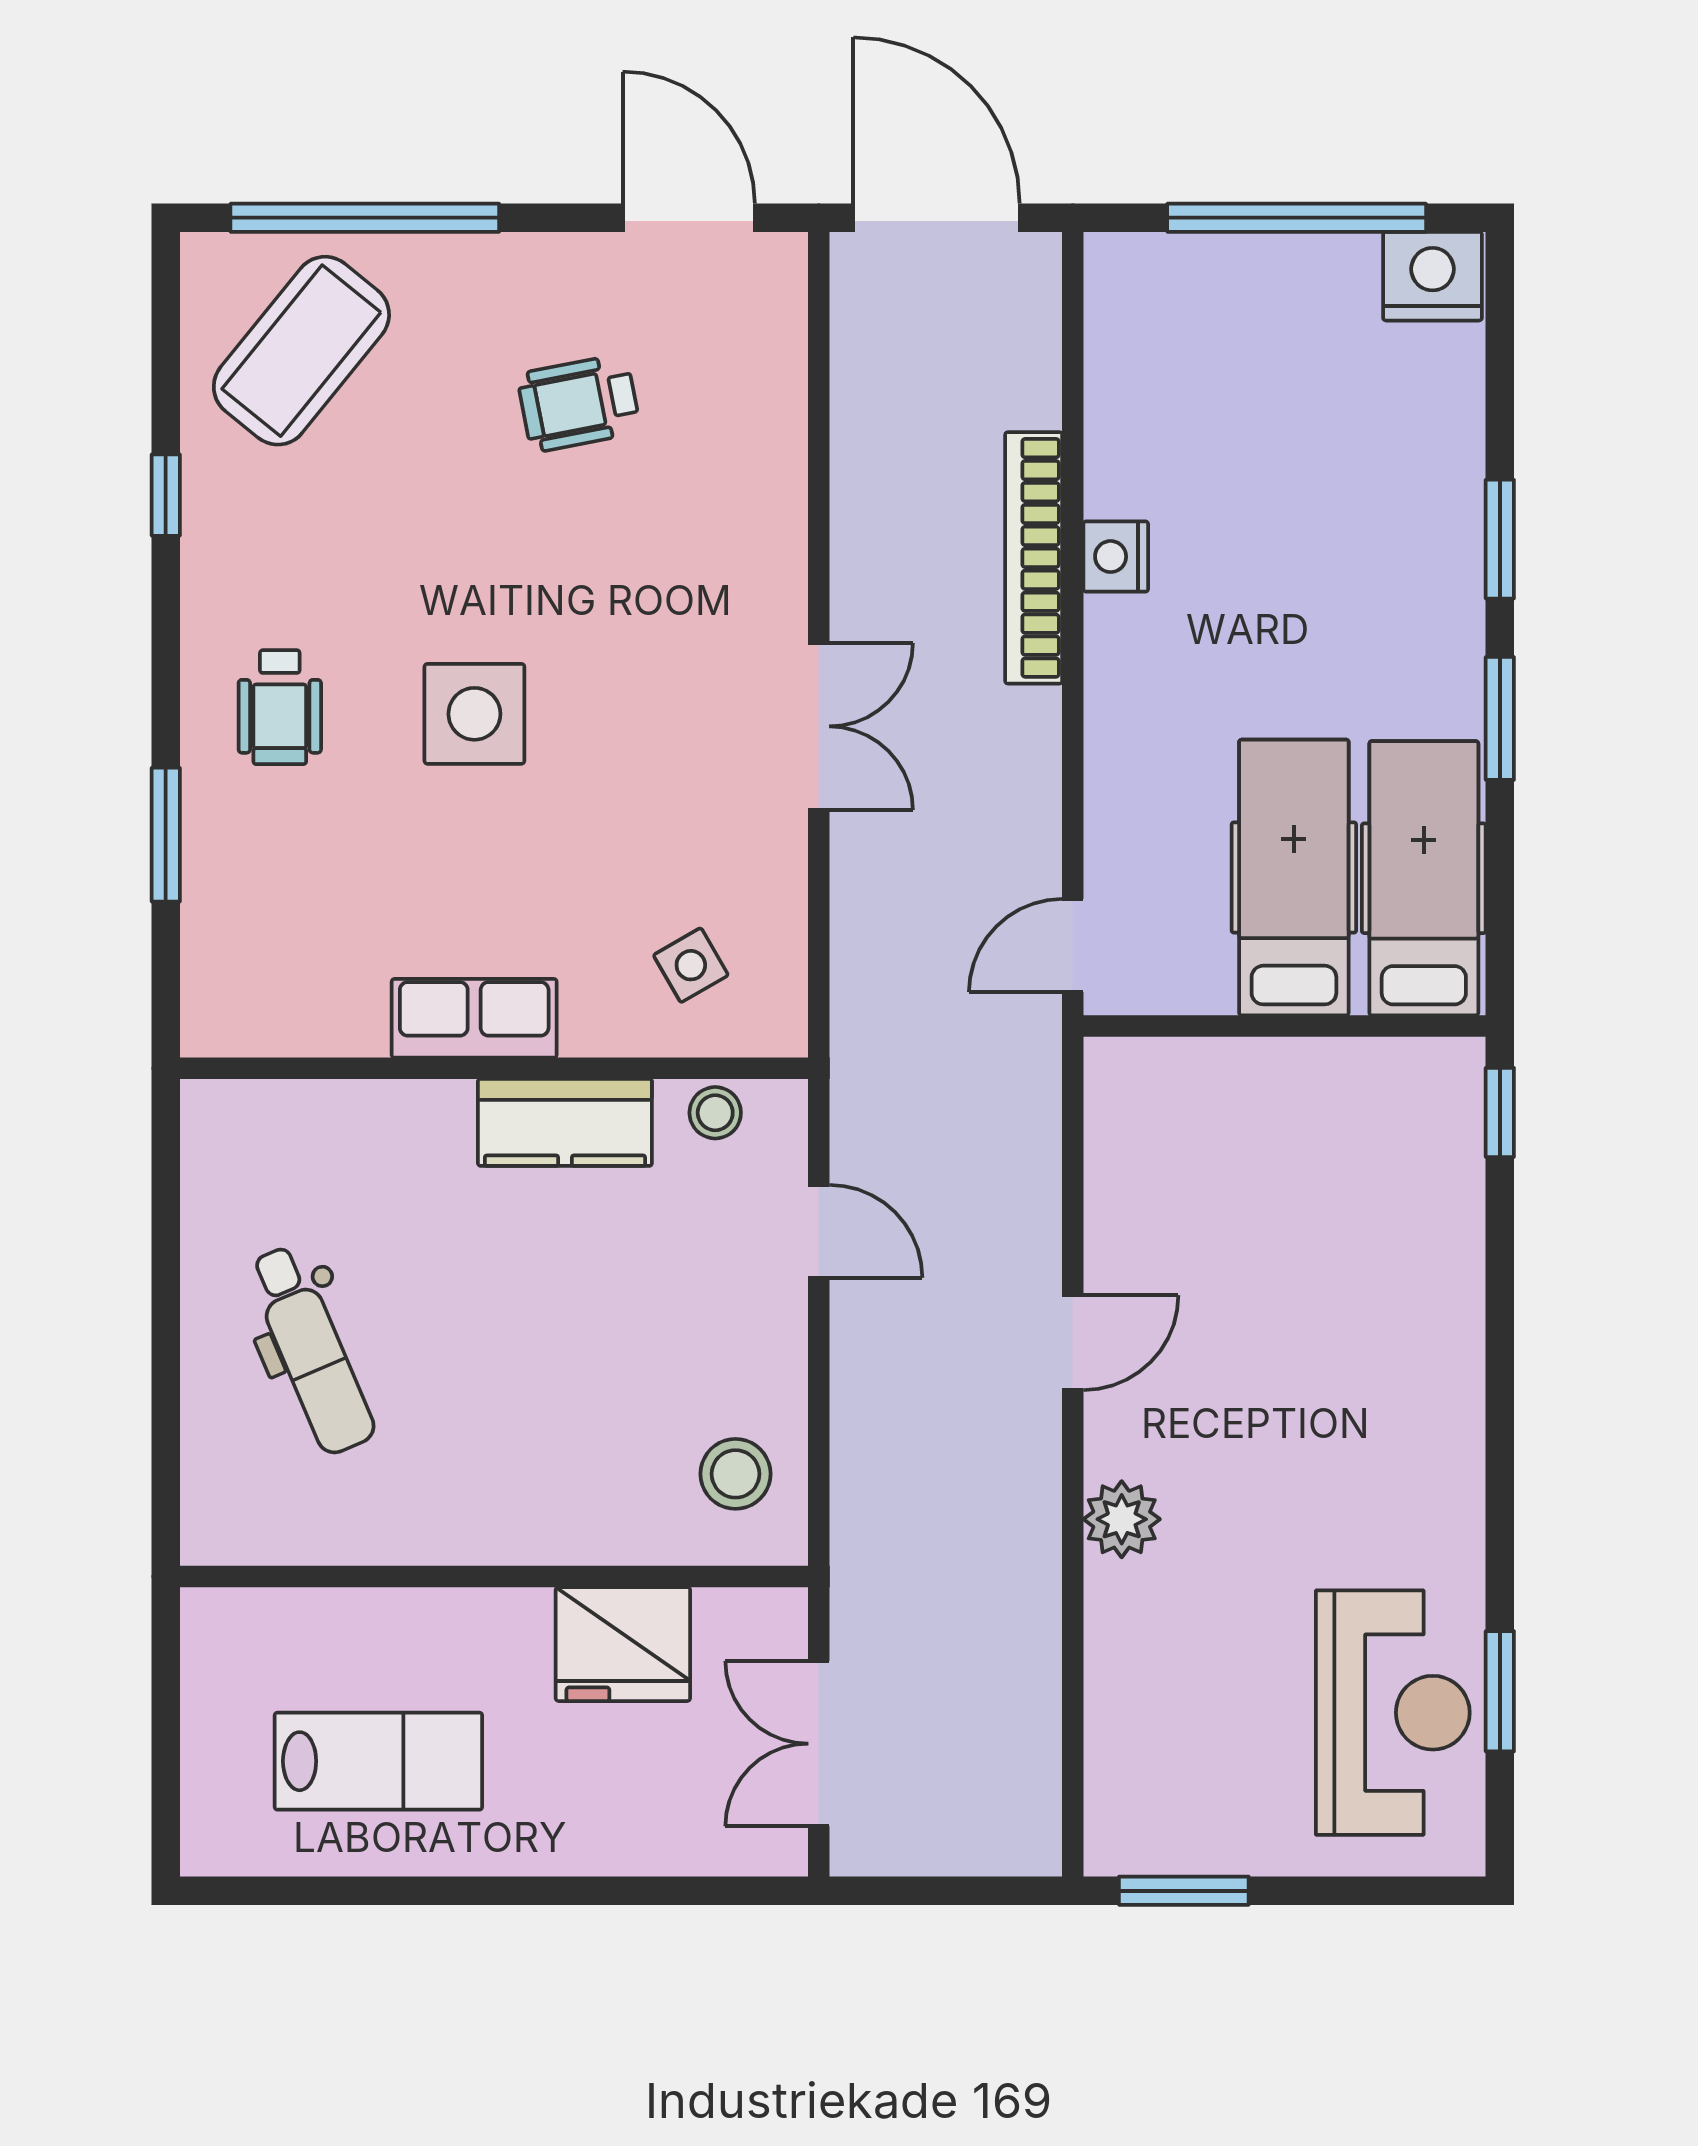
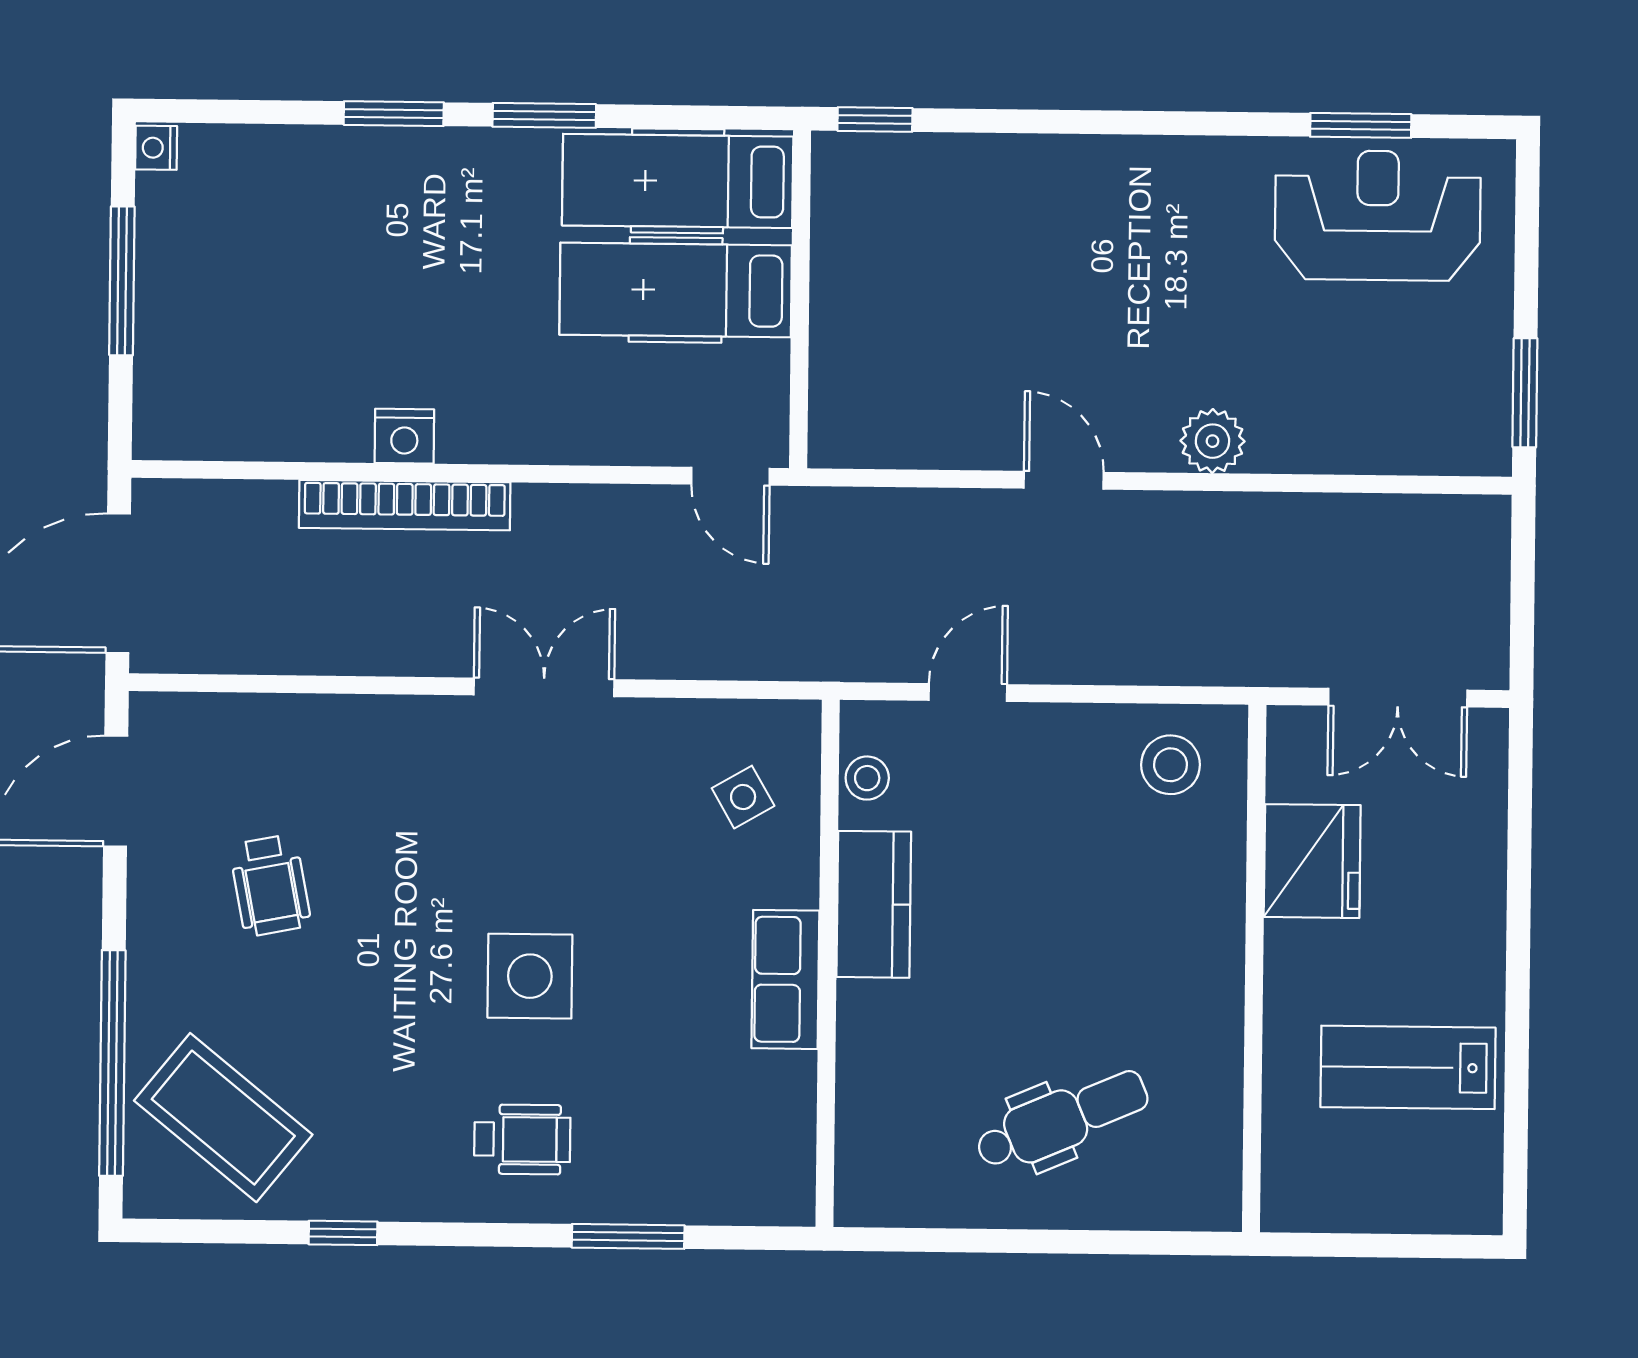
window: (1297, 218) -> (122, 281), width x0.68
nightstand: (1433, 276) -> (156, 148), width x0.53, depth x0.56
lab bench: (378, 1761) -> (1408, 1067), turned -90

